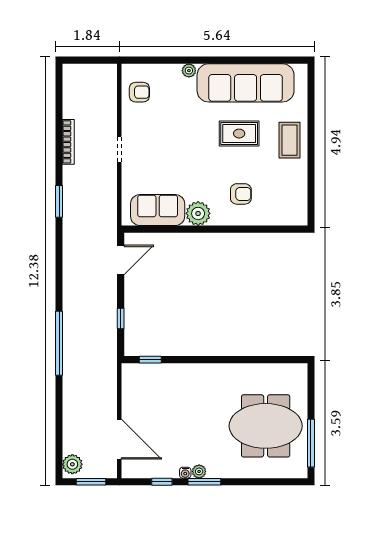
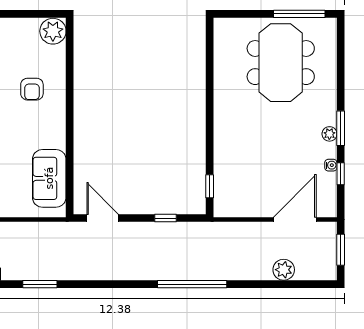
armchair: (241, 194) -> (32, 89), turned 180
plant: (198, 213) -> (53, 31), moved
plant: (72, 464) -> (284, 270), moved
water cooler: (185, 473) -> (331, 165), moved

